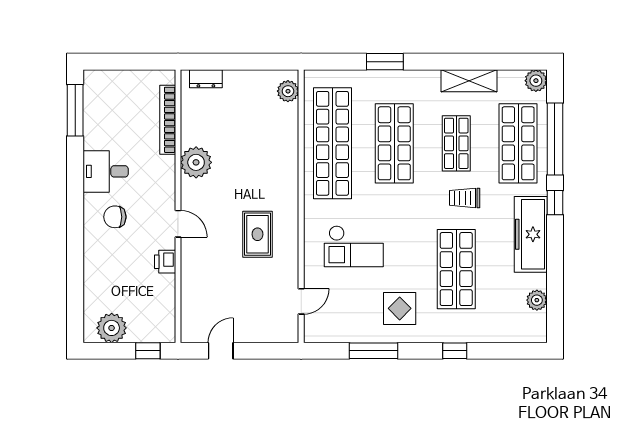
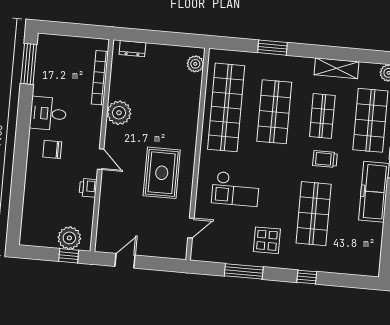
rug: (257, 234) -> (162, 173), width x1.36, depth x1.43
plant: (537, 300) -> (374, 243), removed
plant: (112, 328) -> (69, 238), moved

